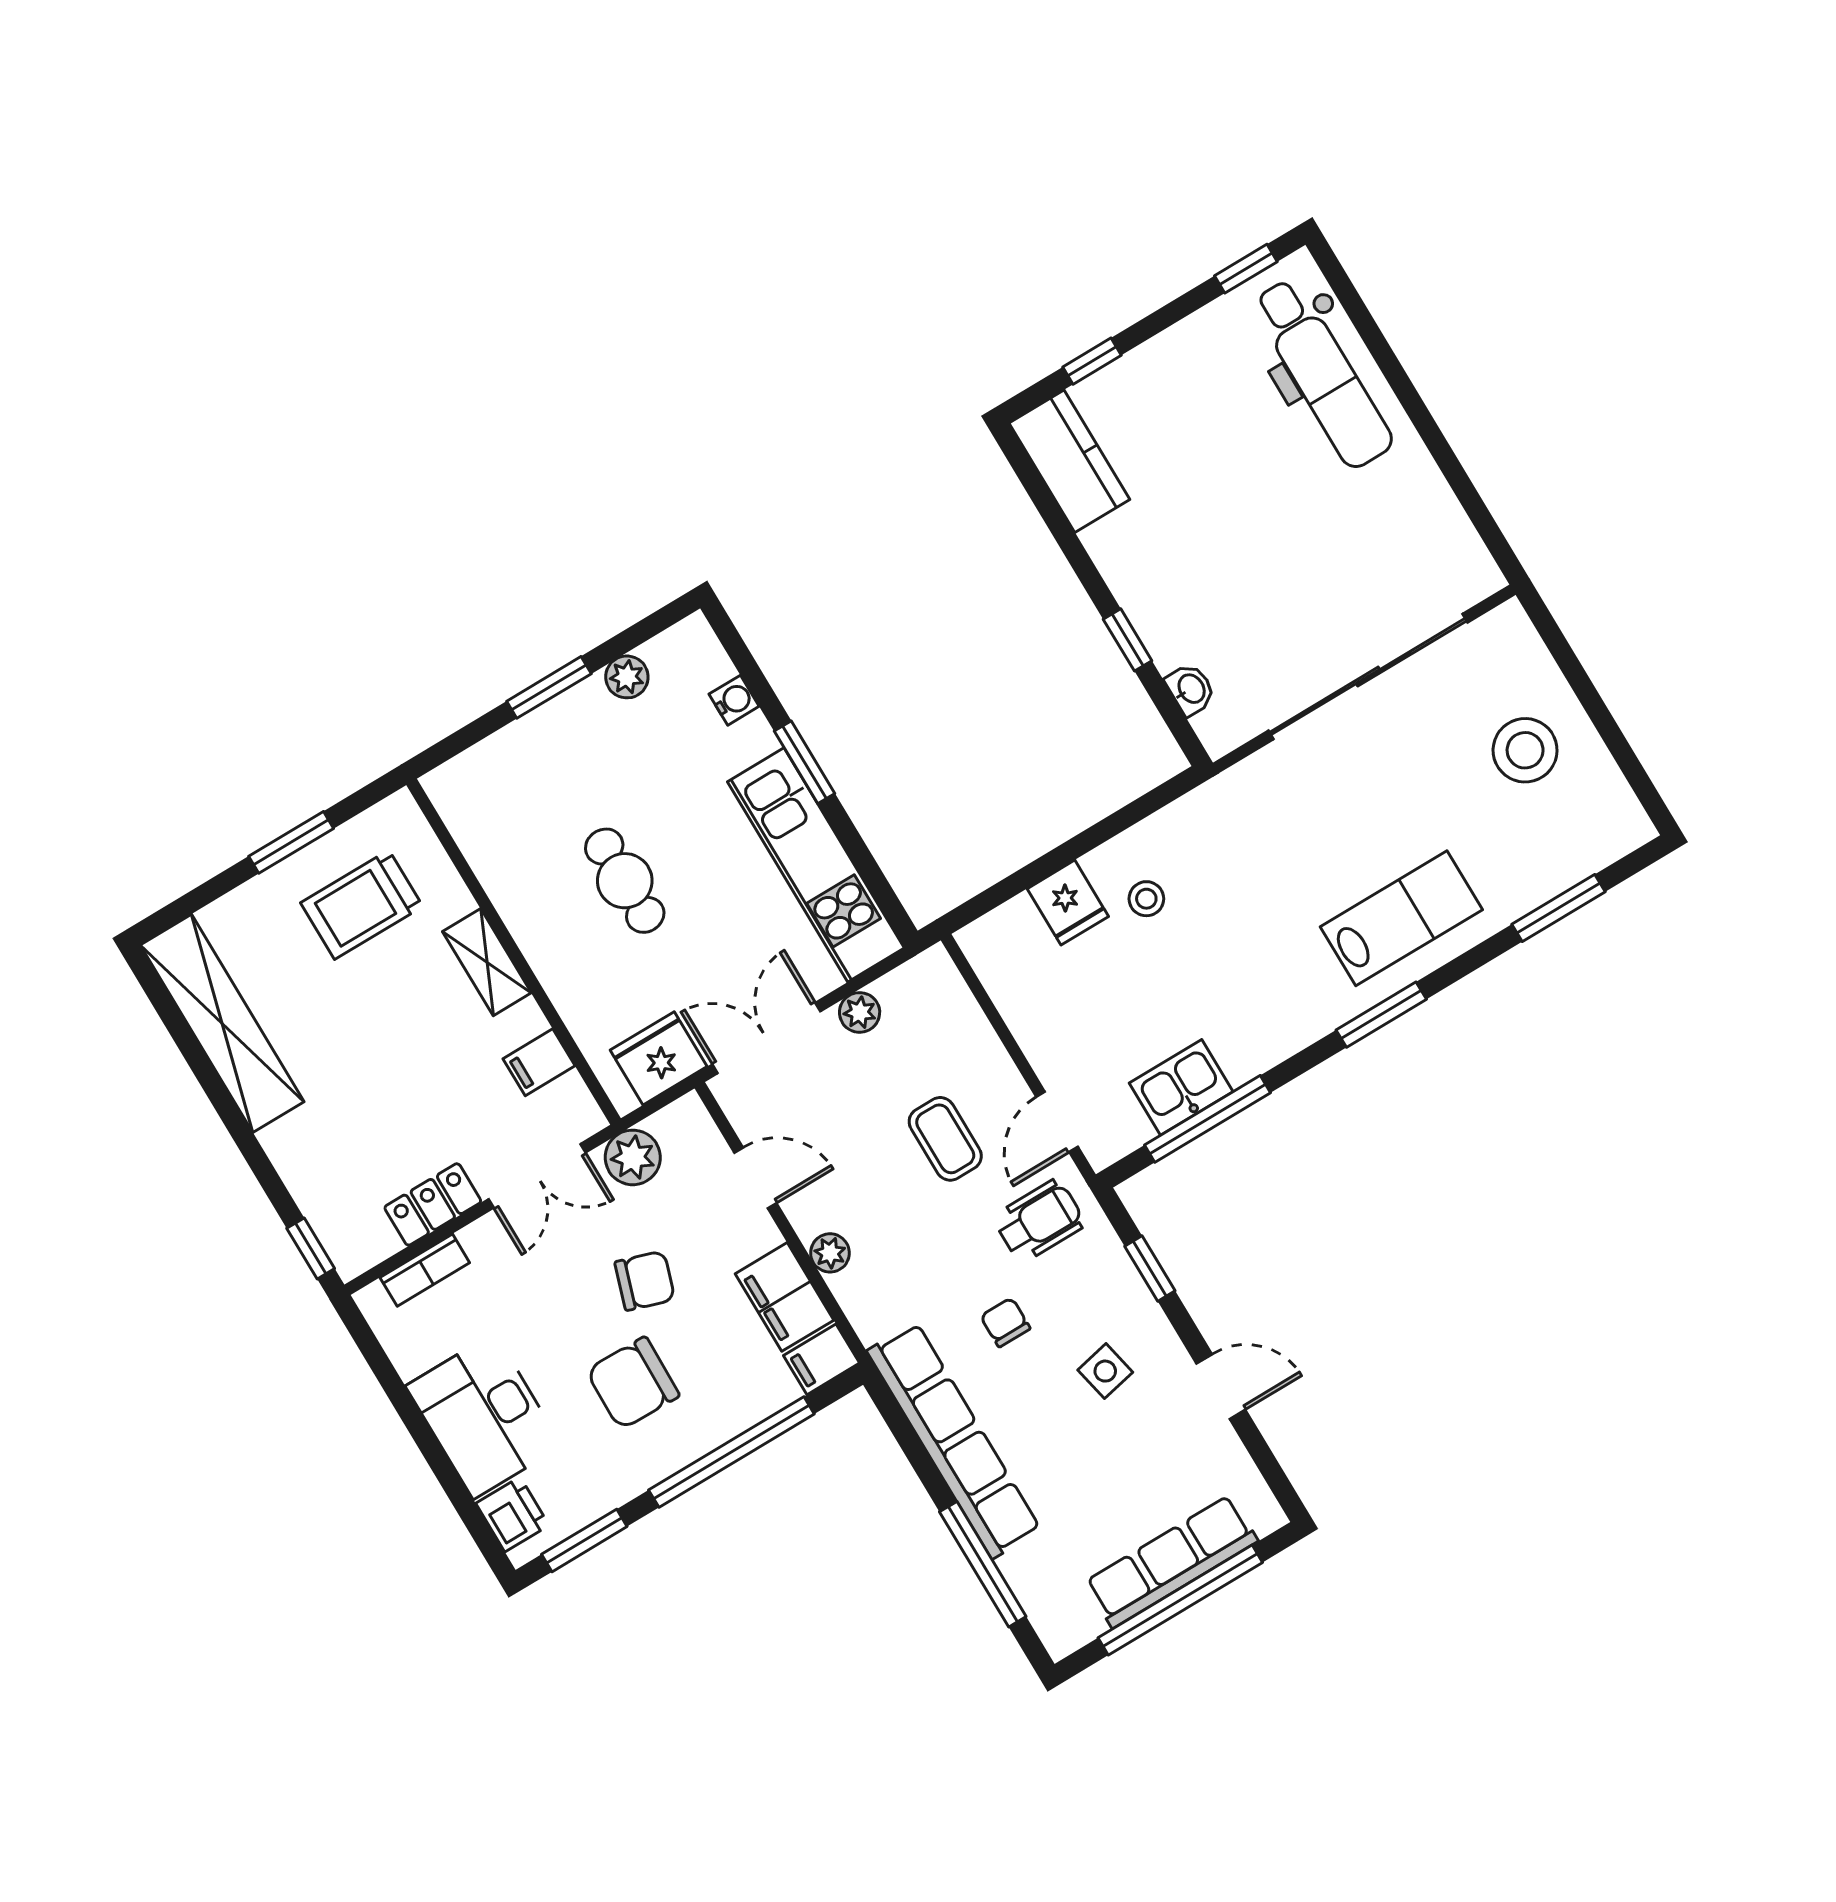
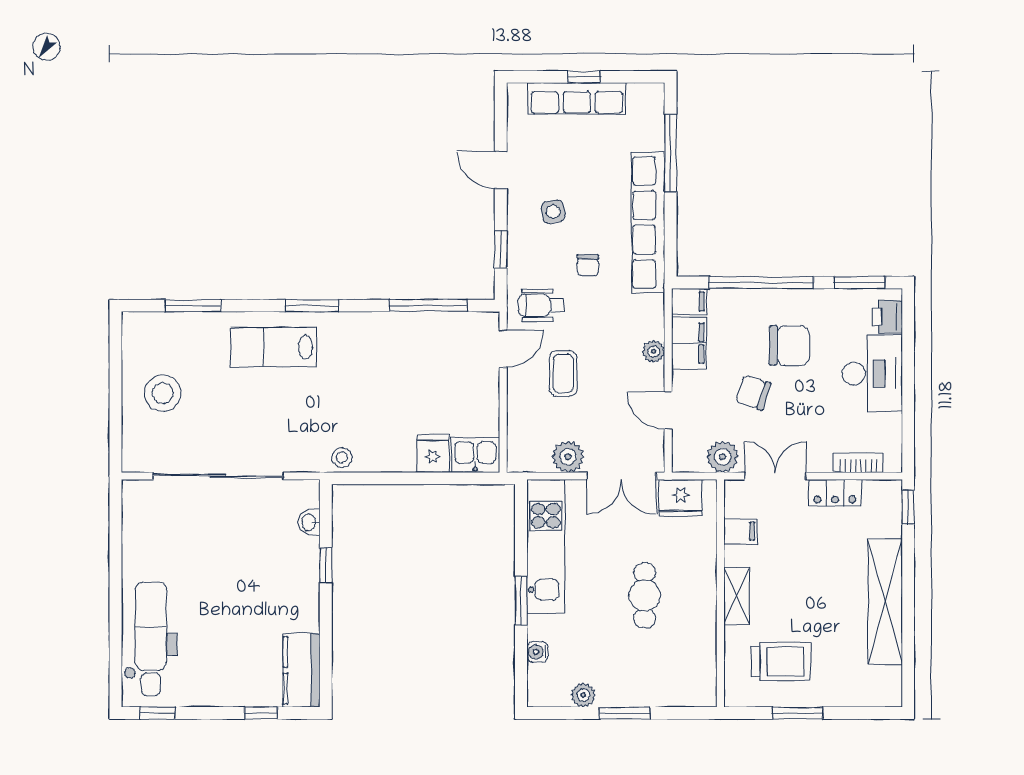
stool: (1146, 899) -> (342, 457), moved
plant: (860, 1012) -> (568, 457), width x1.38, depth x1.38
shelving: (222, 1023) -> (885, 602), moved
kitchen sink: (1181, 1087) -> (475, 455), moved, turned 180
window: (1180, 1600) -> (584, 77), width x0.32

